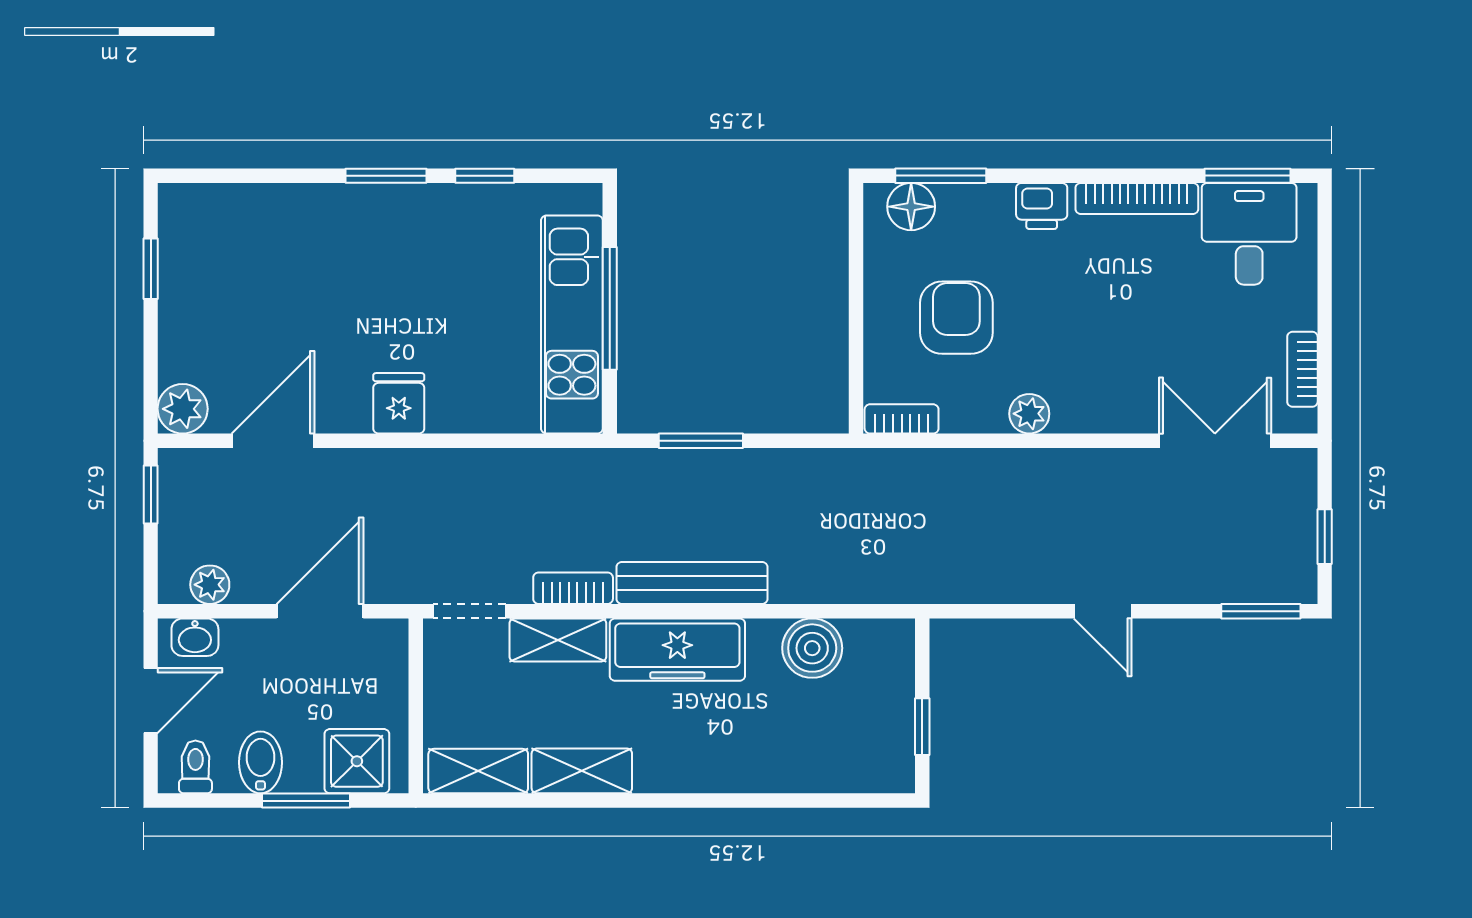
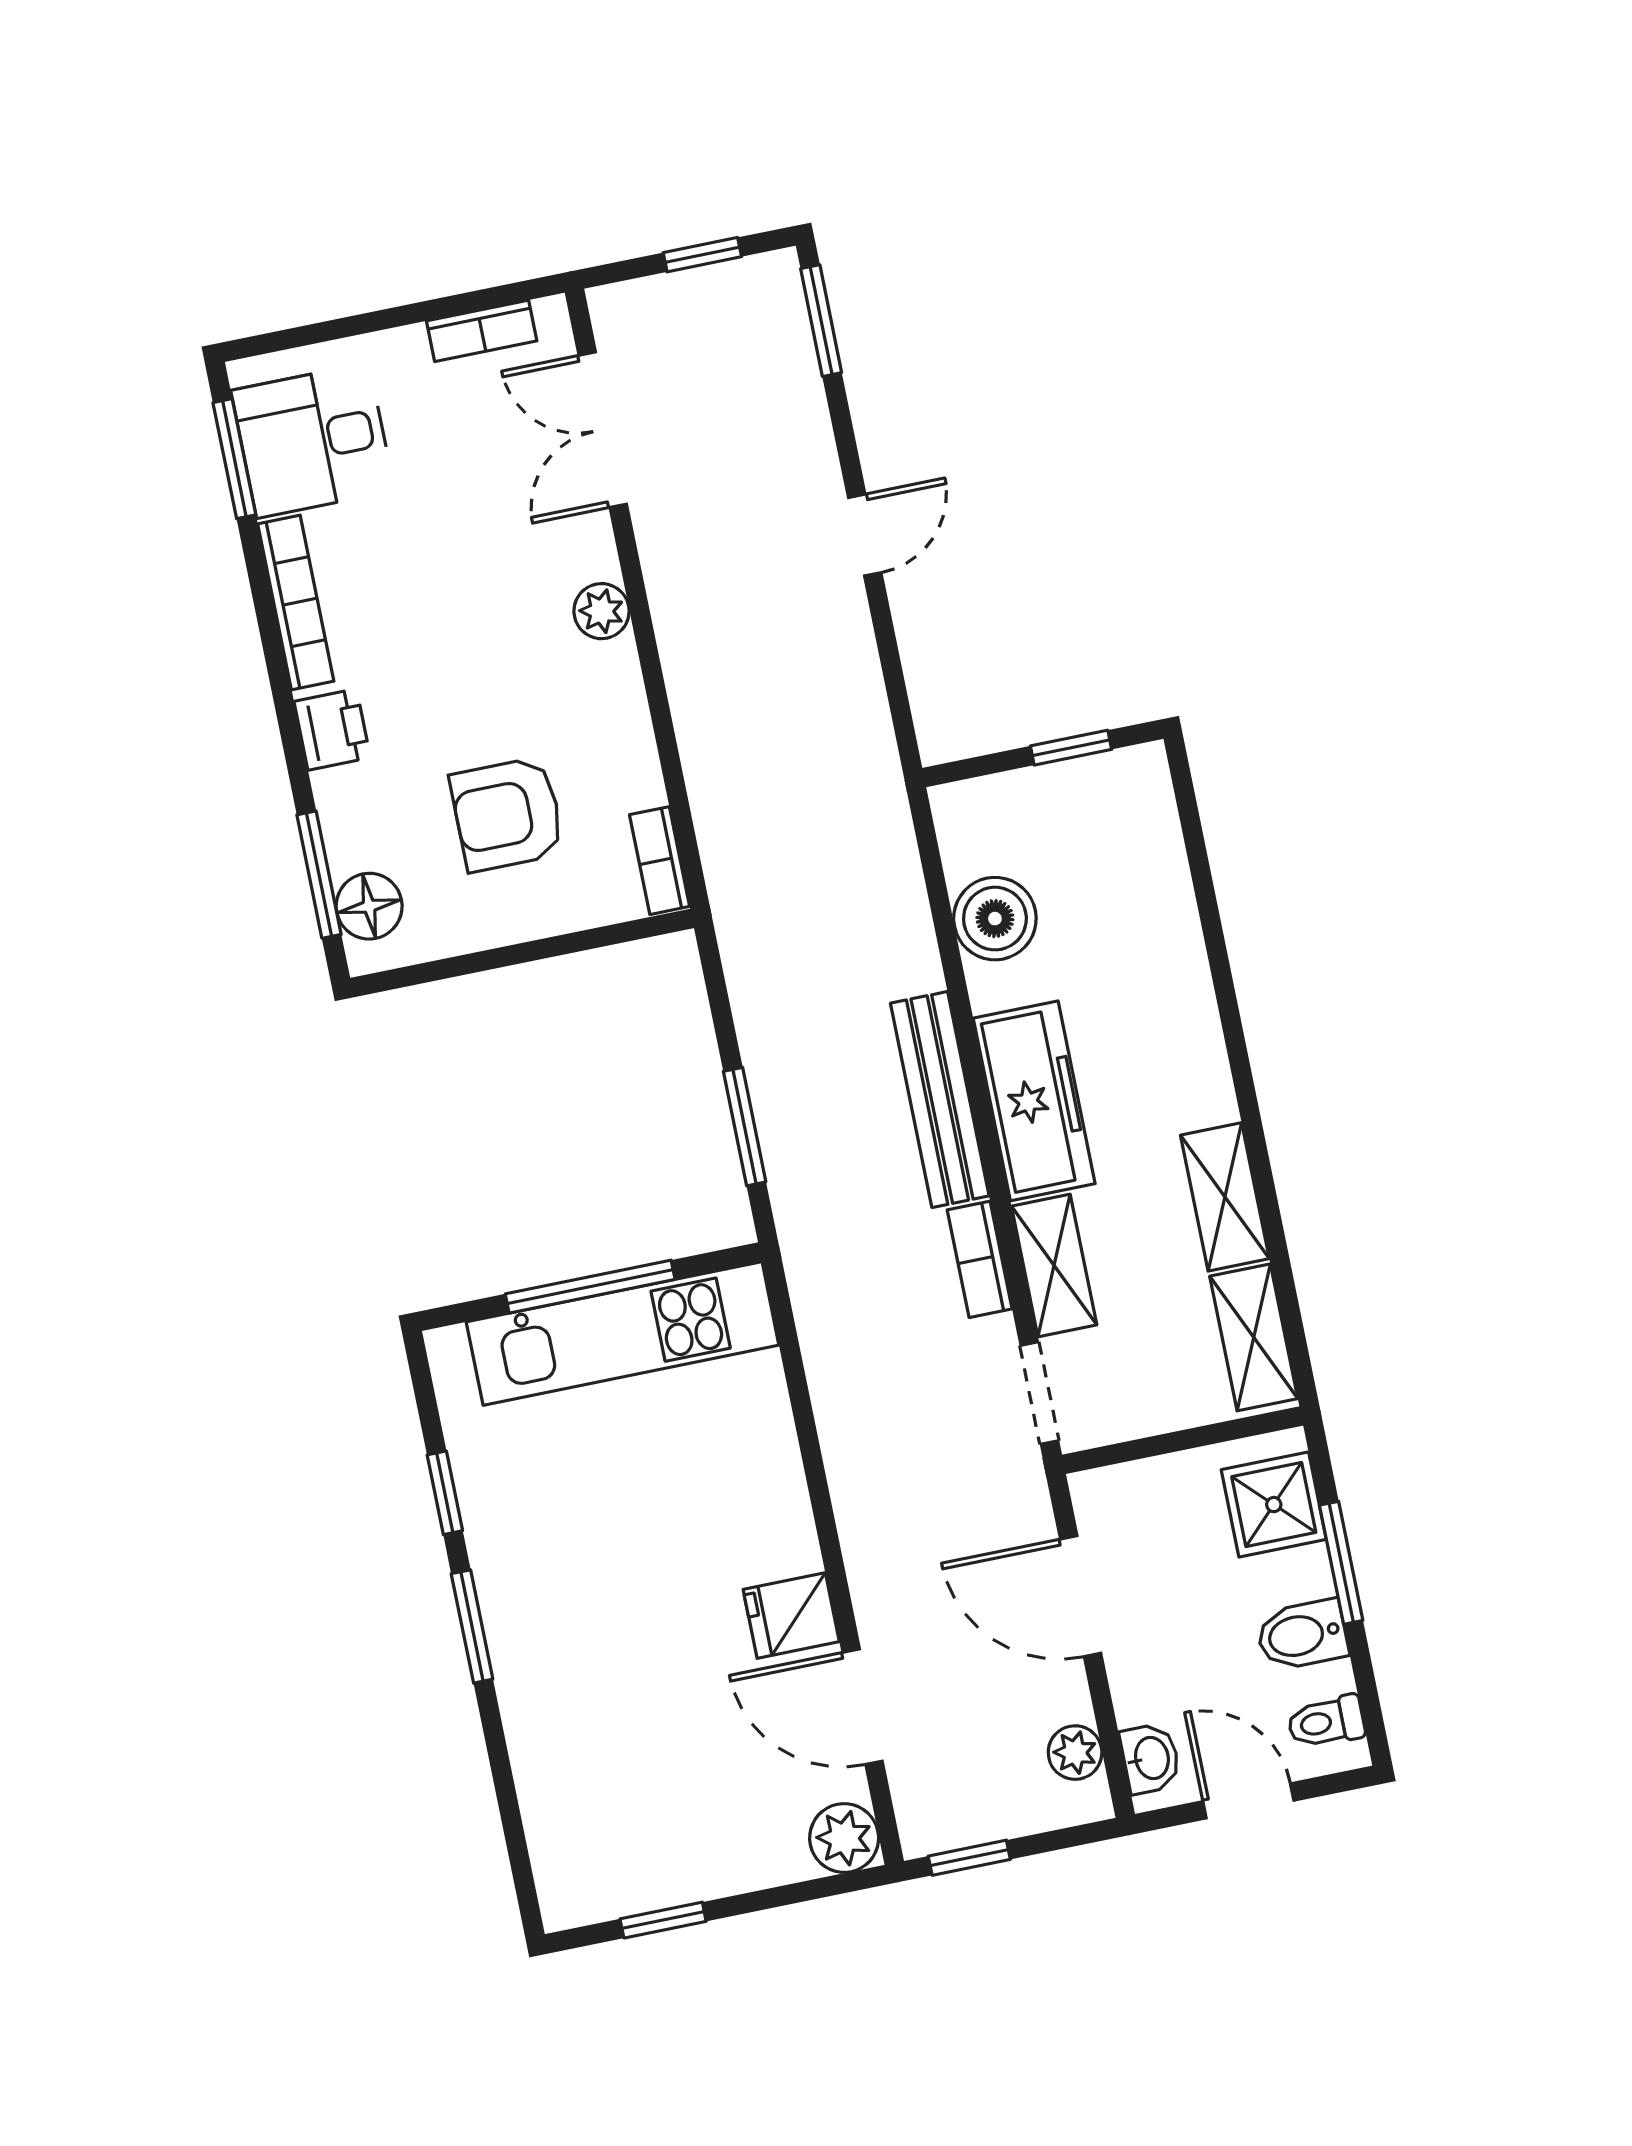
fridge: (399, 403) -> (791, 1616), moved
plant: (1029, 414) -> (602, 611), moved

